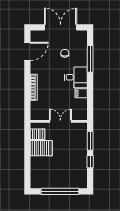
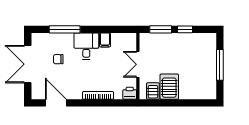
printer: (36, 114) -> (130, 93), added
window: (60, 191) -> (220, 65), width x0.68

